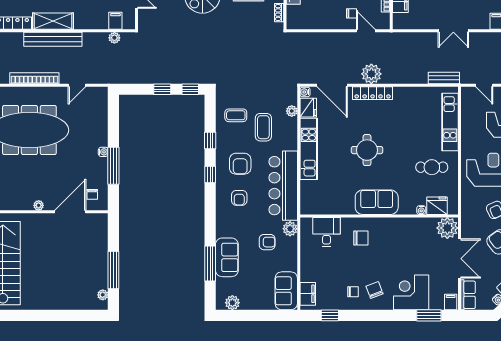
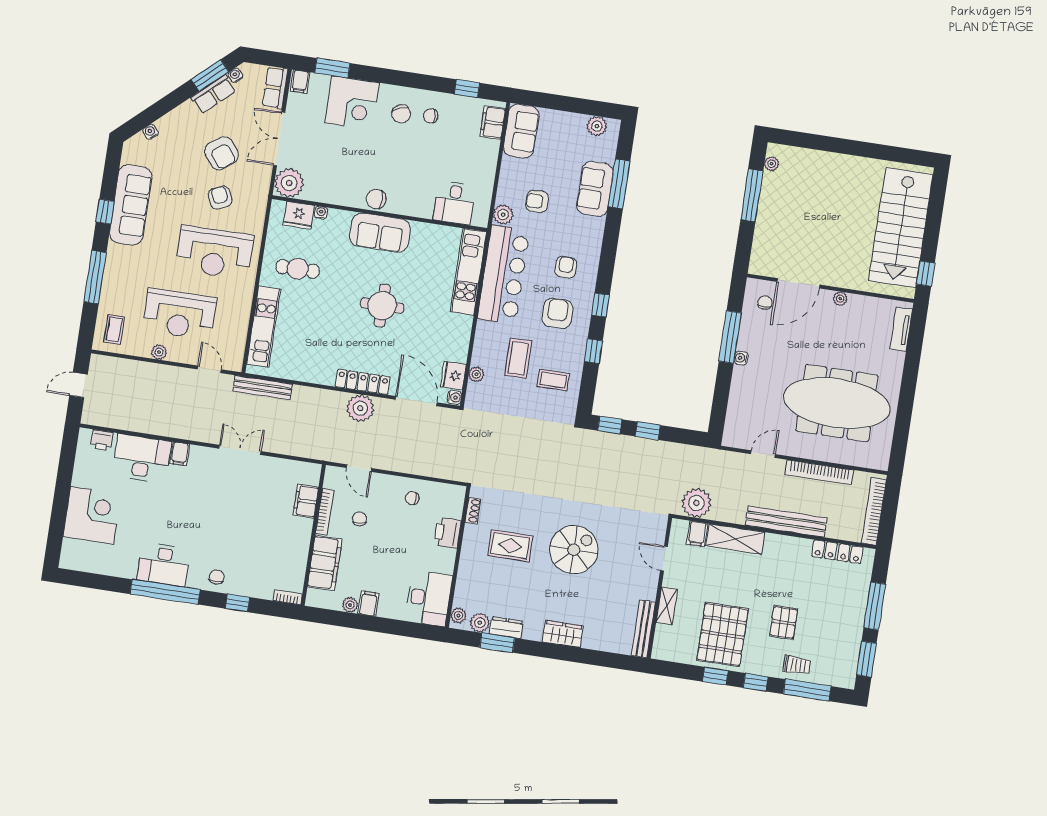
chair: (351, 13) -> (412, 498), moved
shelving: (53, 21) -> (735, 539), moved
plant: (114, 38) -> (696, 503), width x1.88, depth x1.88
bench: (444, 78) -> (263, 388), width x1.36
kitchen unit: (309, 149) -> (468, 272), moved
chair: (361, 238) -> (376, 199), moved

